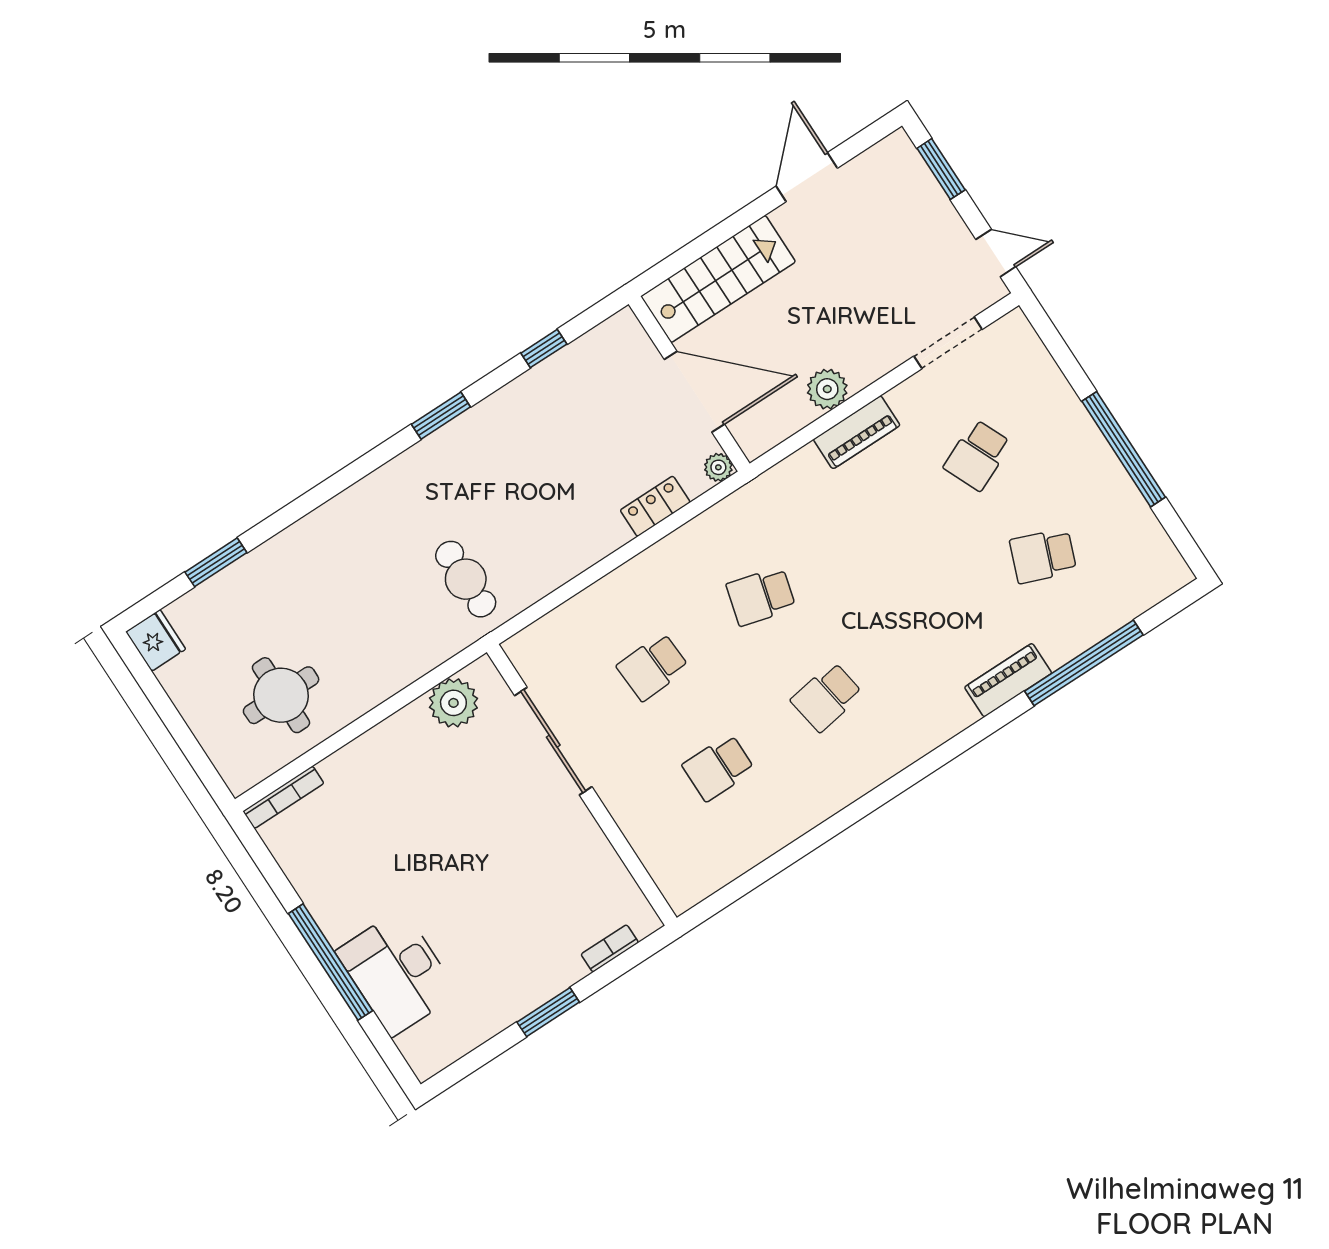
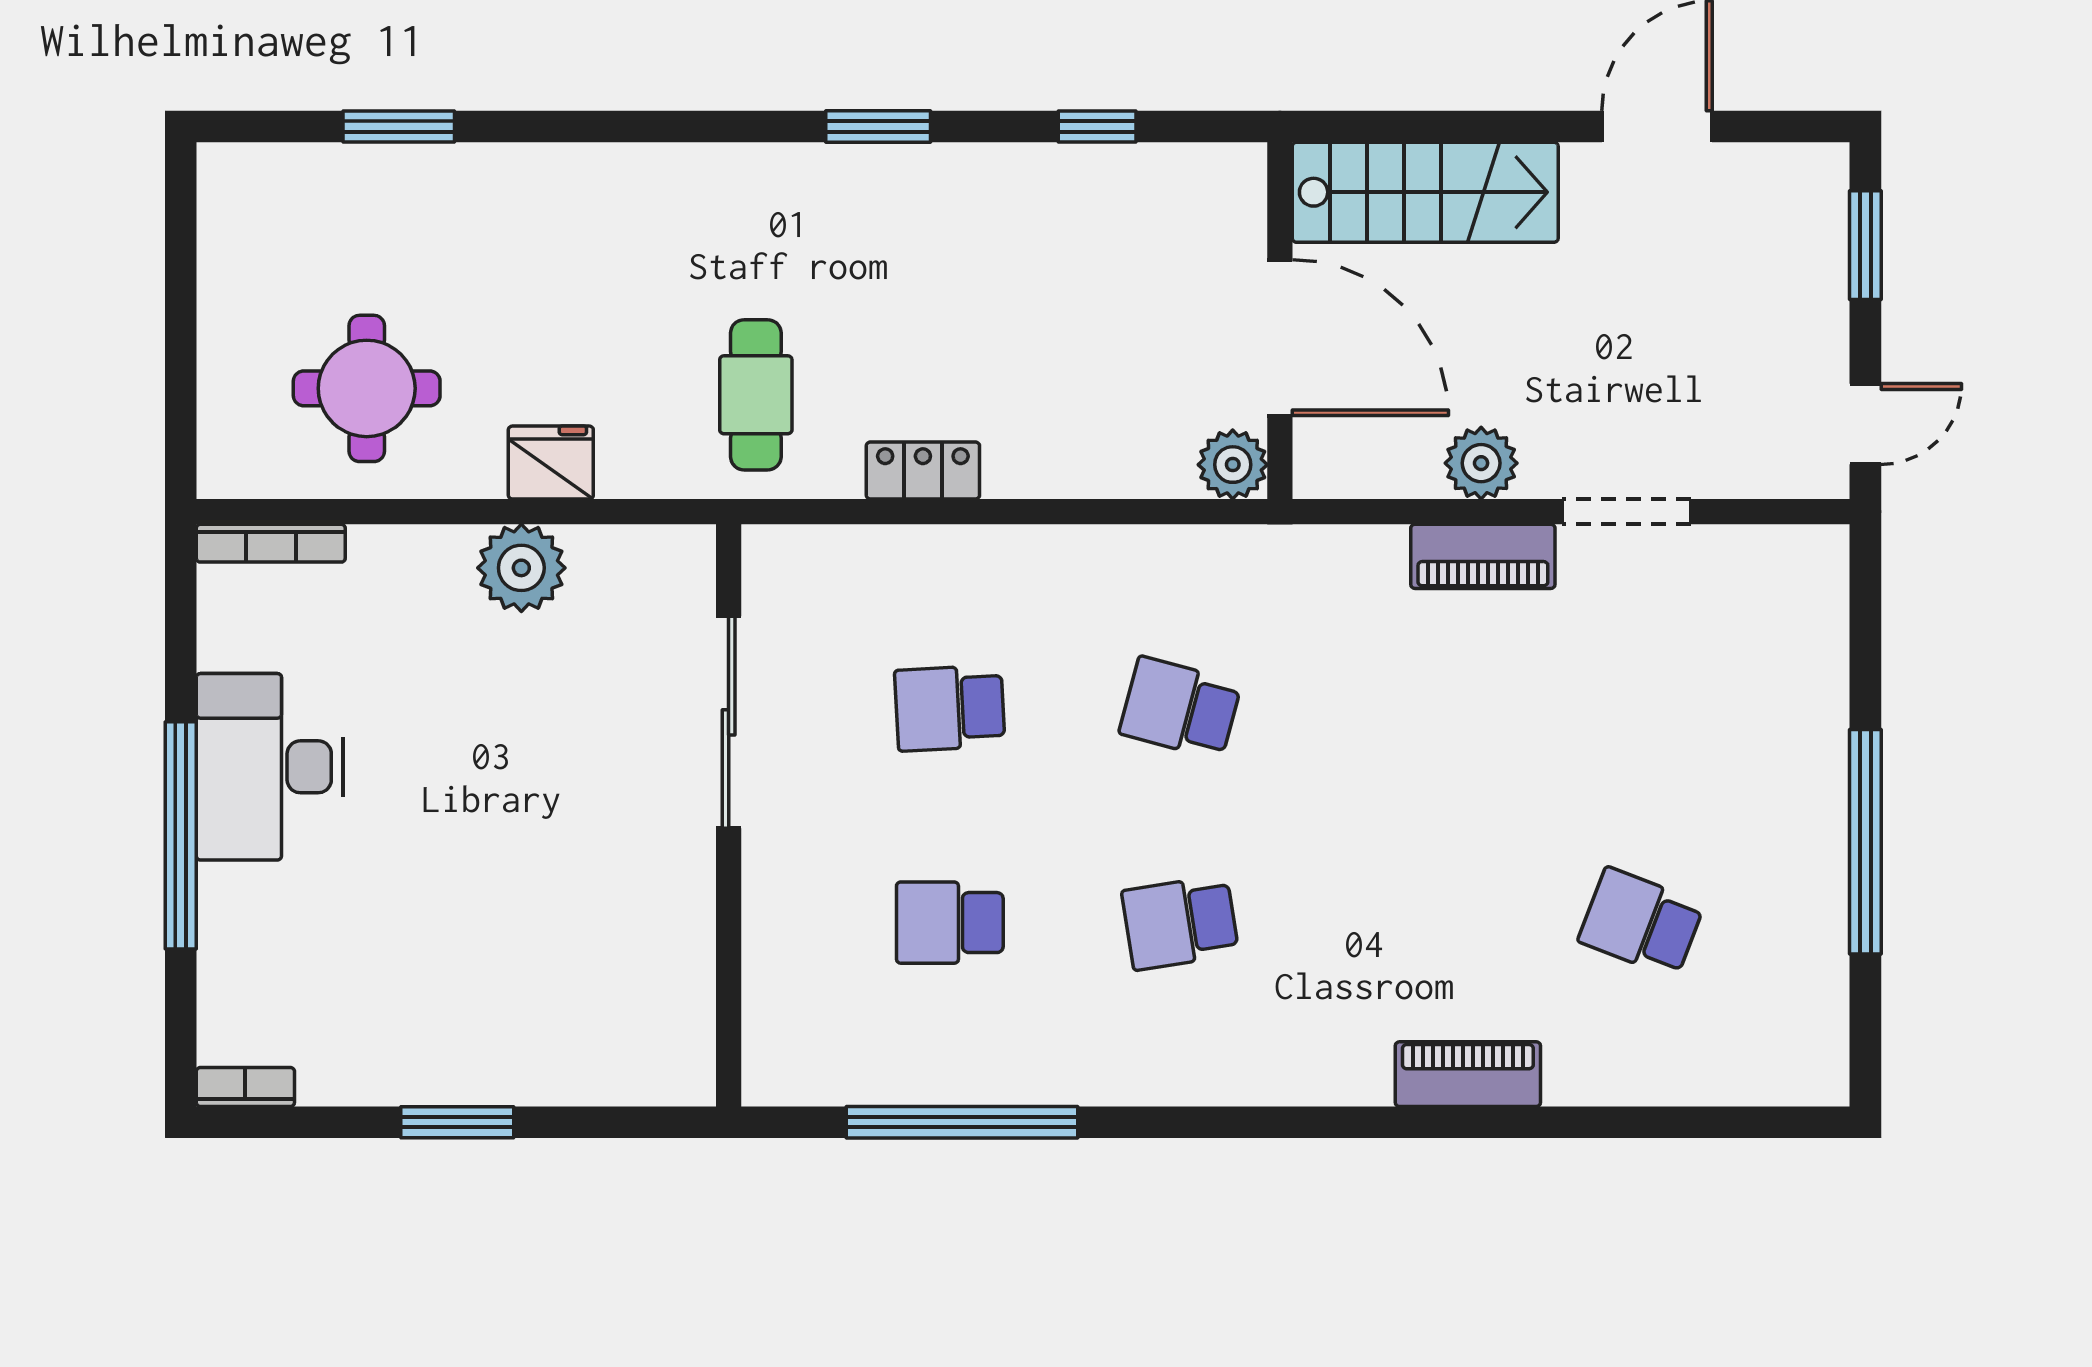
door: (996, 253) -> (1865, 424), hinge flipped
doorway: (948, 343) -> (1626, 512), moved
school desk: (977, 455) -> (1641, 708), removed
plant: (718, 467) -> (1233, 465), width x1.38, depth x1.38
locker: (655, 506) -> (923, 470), moved
fridge: (156, 640) -> (551, 463), moved, turned -90
window: (1084, 663) -> (962, 1122), moved
plant: (453, 703) -> (521, 568), moved
bookcase: (610, 948) -> (245, 1087), moved
desk: (397, 973) -> (270, 767), moved

